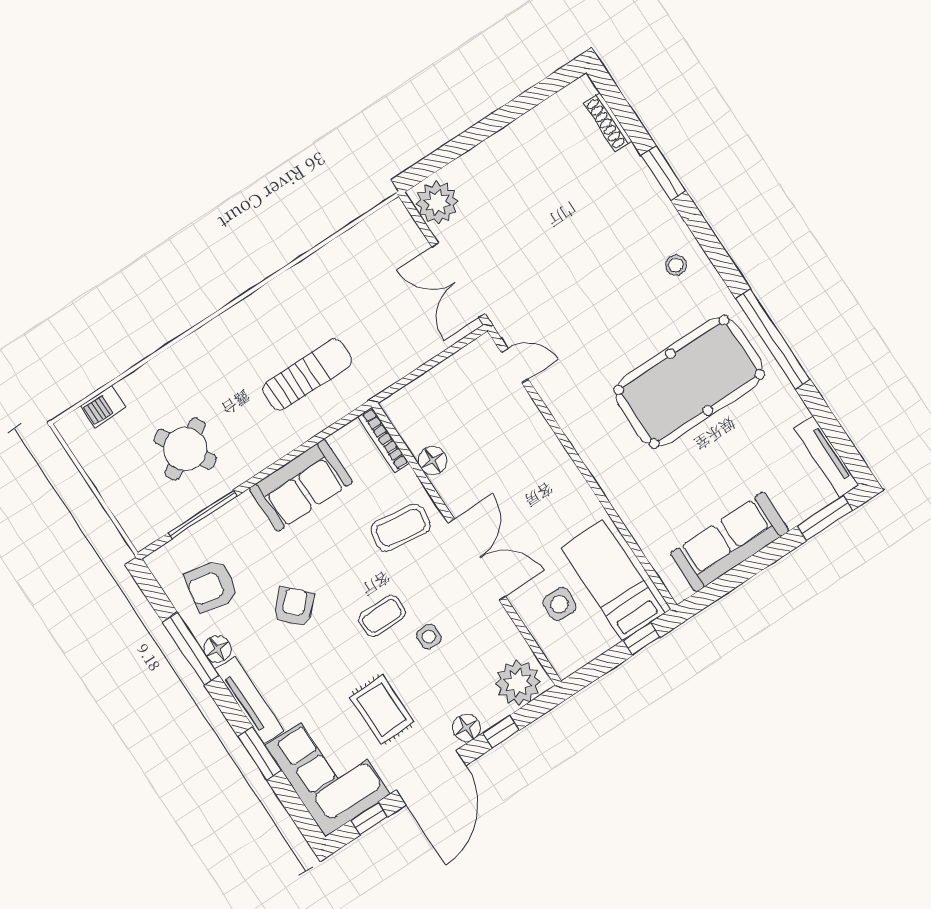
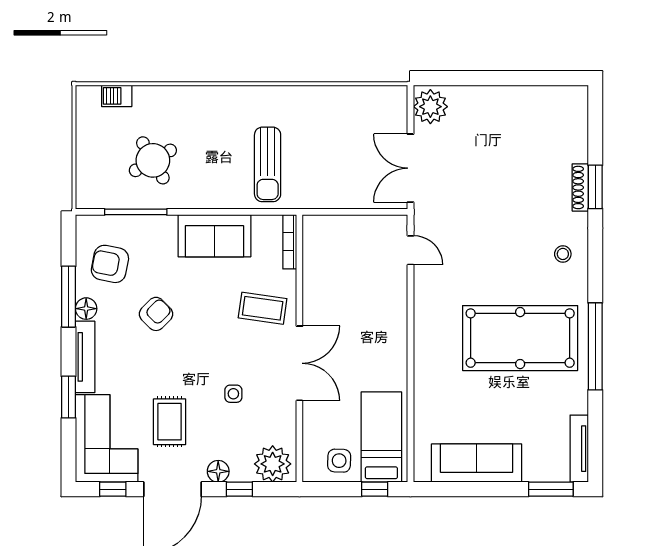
shoe rack: (608, 122) -> (580, 187), moved
sun lounger: (307, 375) -> (268, 164), turned 90
floor lamp: (433, 461) -> (314, 277), removed
side table: (559, 604) -> (339, 461), moved
coffee table: (382, 616) -> (211, 359), removed

